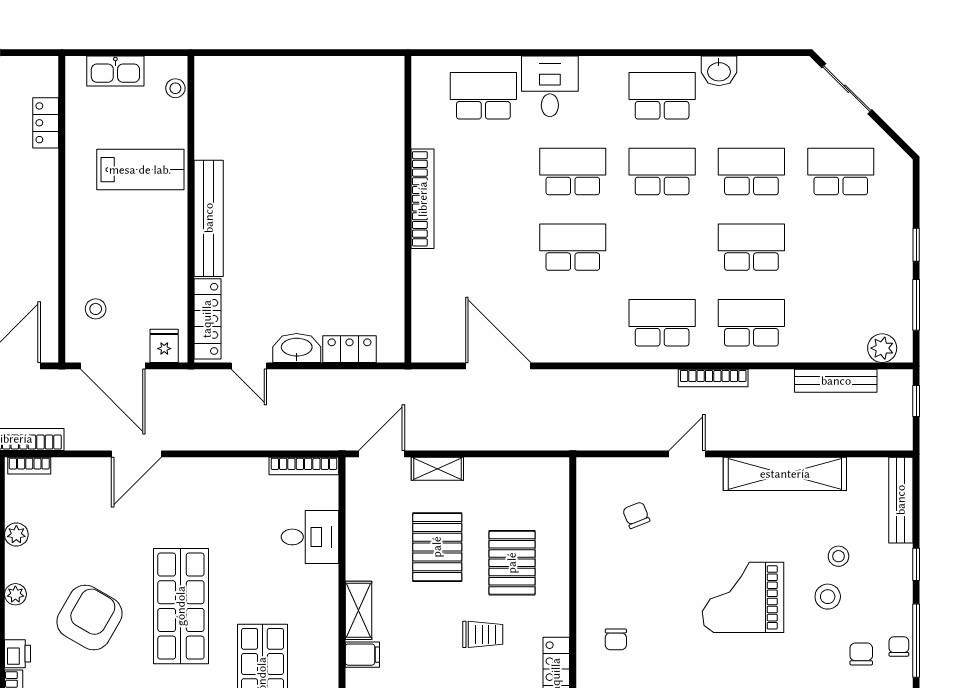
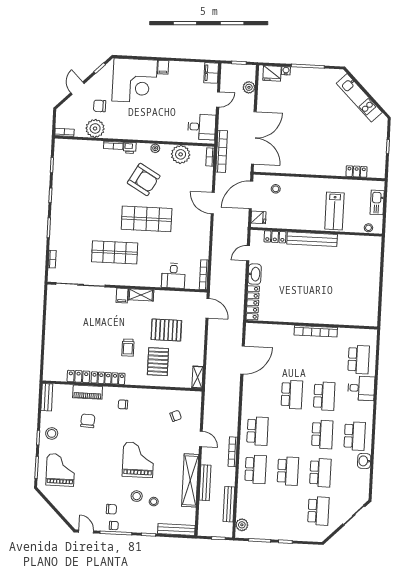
locker: (207, 319) -> (275, 237), width x0.66
locker: (349, 349) -> (253, 303), width x1.53
bench: (788, 439) -> (205, 483), added
shelving: (437, 469) -> (198, 377), moved
plant: (16, 534) -> (181, 154), width x1.88, depth x1.88
pallet: (512, 563) -> (158, 362), turned 90

